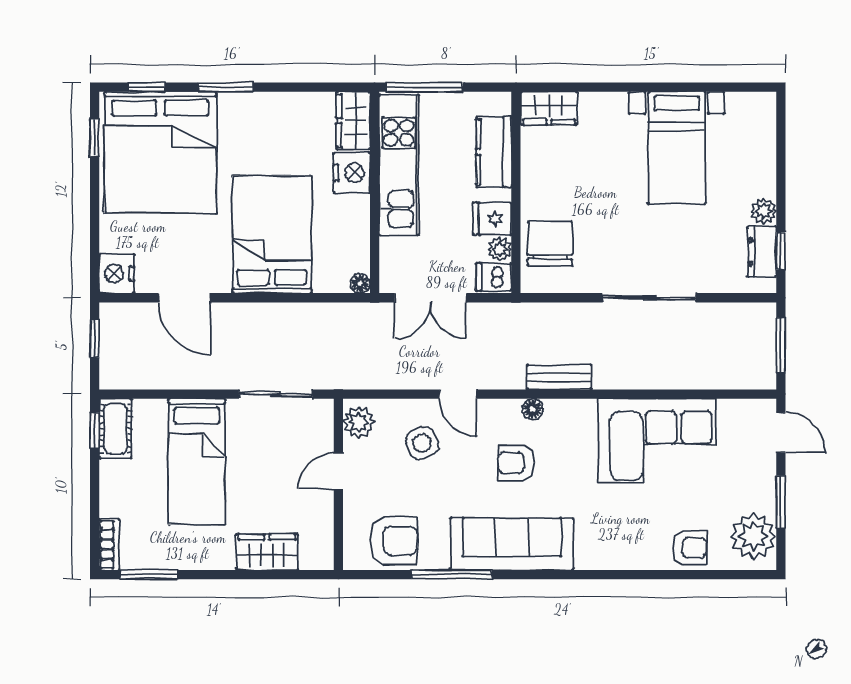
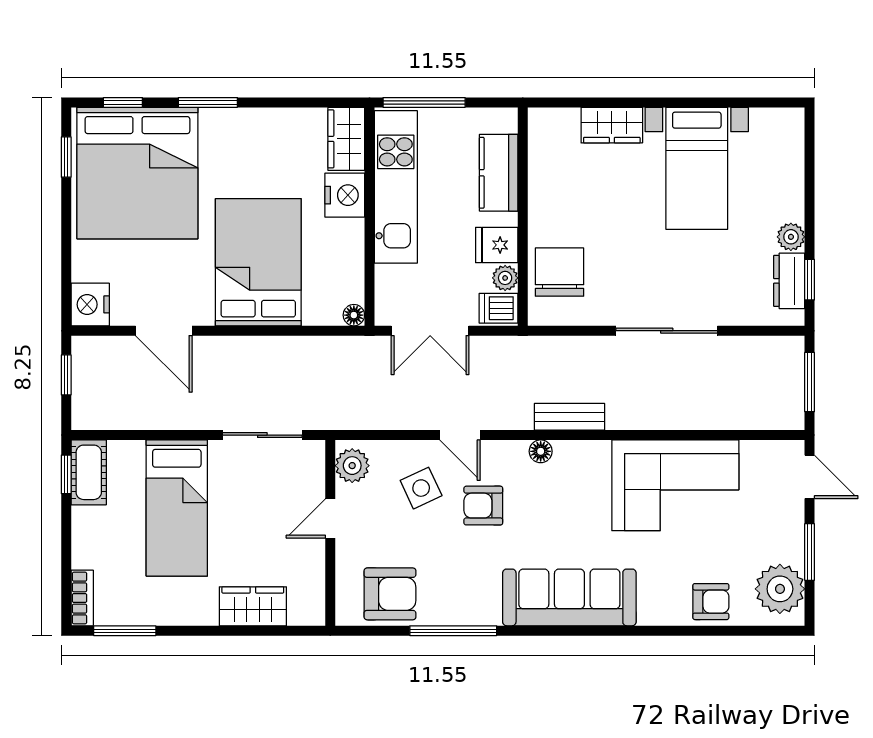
wardrobe: (549, 108) -> (612, 125), moved
armchair: (516, 463) -> (483, 506), moved
sofa: (512, 544) -> (569, 597), moved

